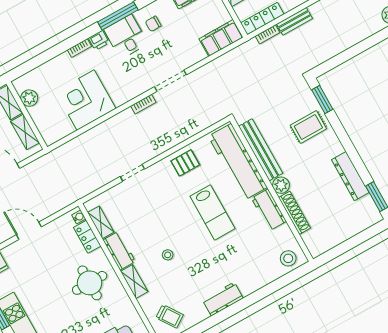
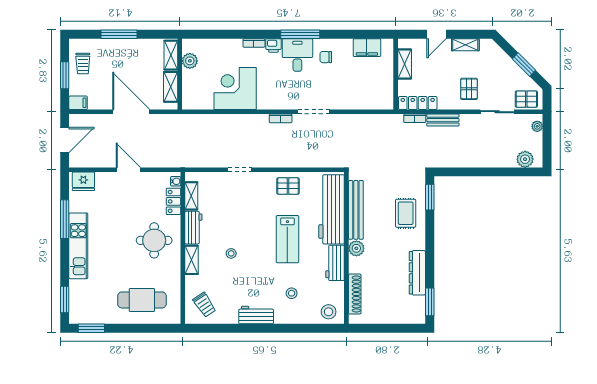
filing cabinet: (221, 38) -> (375, 100), removed
rug: (308, 127) -> (406, 213), turned 90
shoe rack: (295, 213) -> (355, 294), moved
stool: (244, 260) -> (292, 293), added

